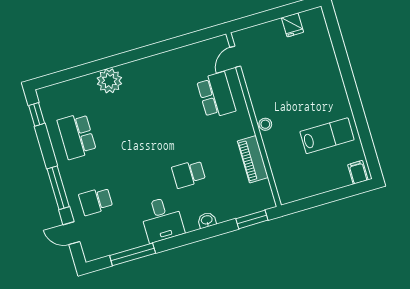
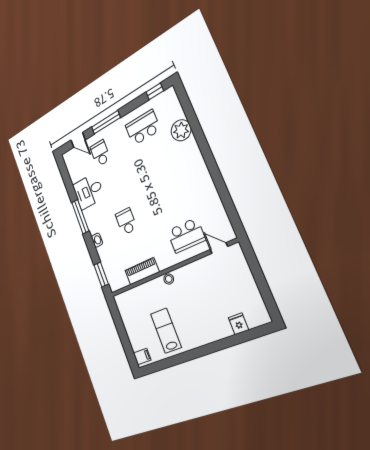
fridge: (293, 25) -> (238, 324), moved, turned 90
plant: (109, 81) -> (181, 130), moved
lab bench: (327, 136) -> (166, 331), turned 180
desk: (162, 219) -> (89, 191), moved
door: (71, 233) -> (78, 140), swing flipped
window: (133, 254) -> (80, 217), moved

